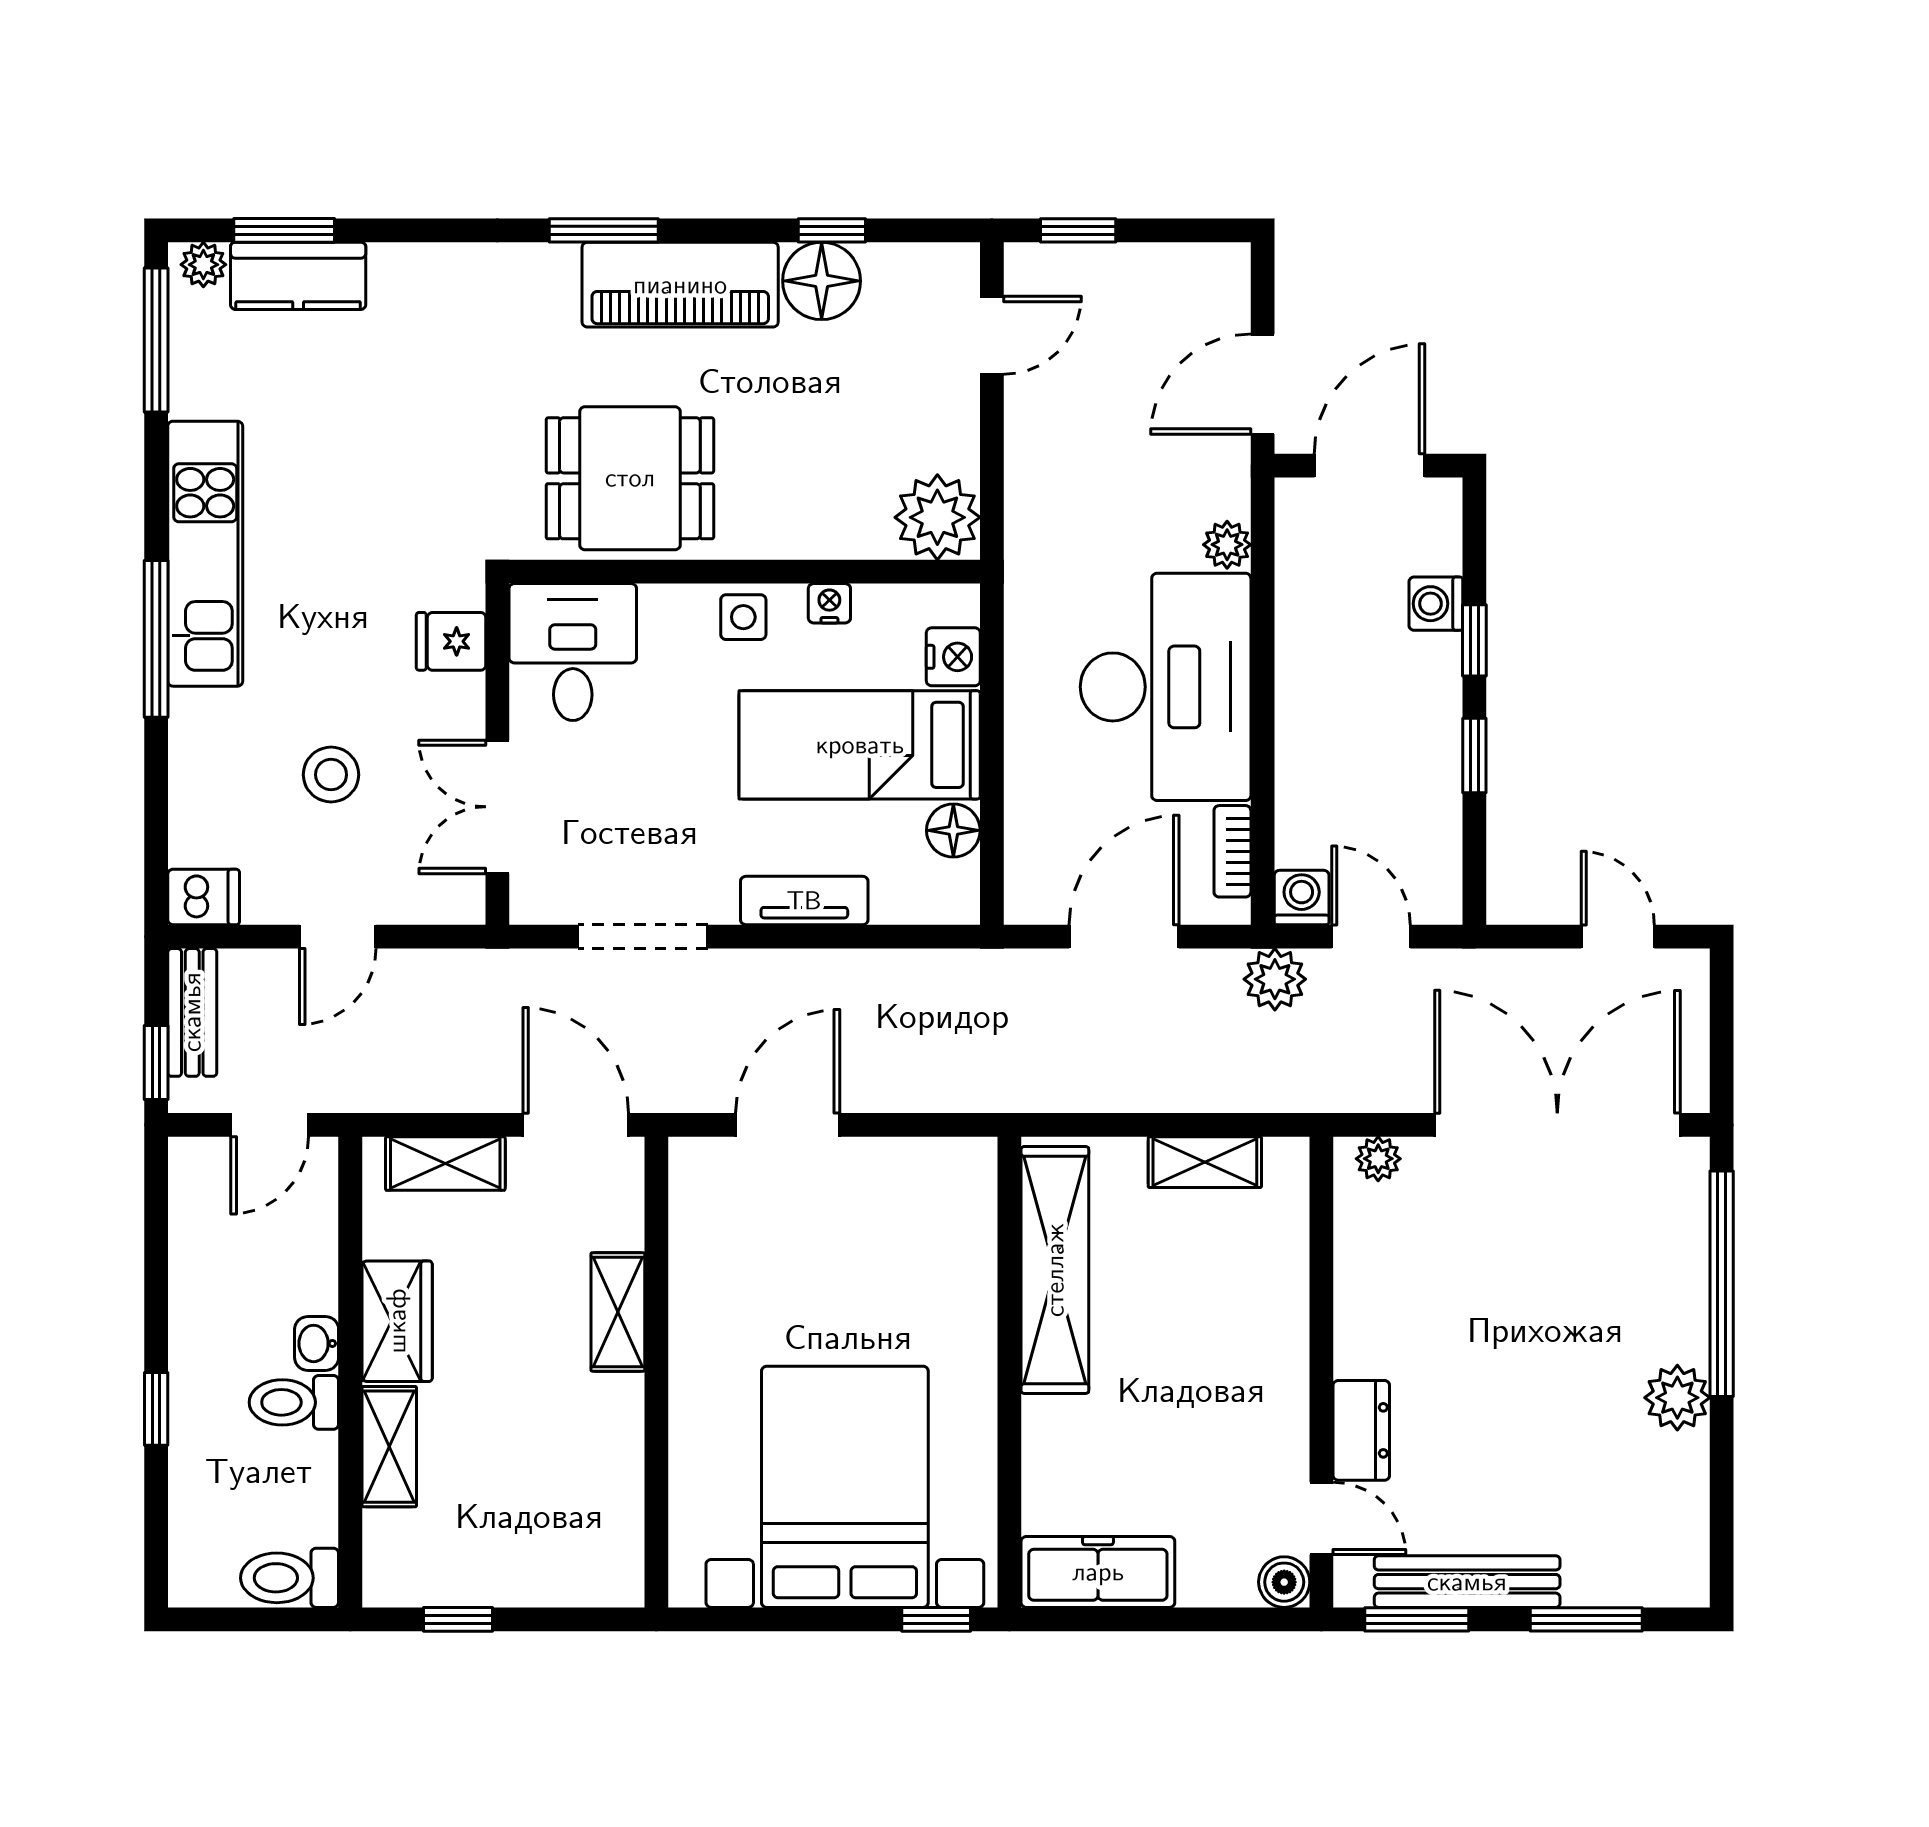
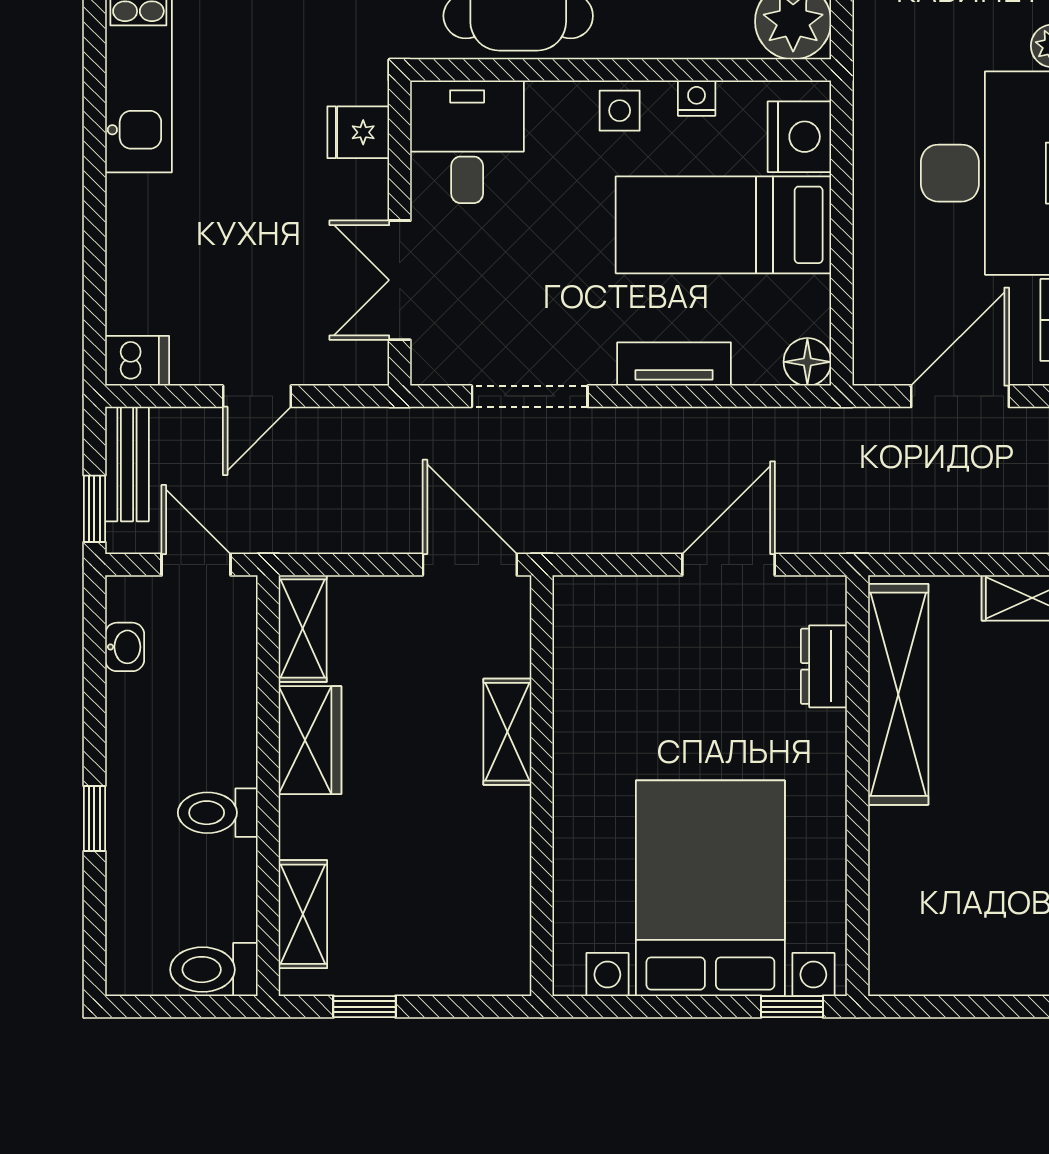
window: (156, 639) -> (94, 130), removed
nightstand: (953, 657) -> (799, 137), width x1.36, depth x1.33
stool: (331, 775) -> (251, 251), removed
floor lamp: (953, 830) -> (807, 362), moved
door: (270, 1125) -> (196, 565), swing flipped
door: (788, 1125) -> (729, 565), moved
shelving: (445, 1164) -> (303, 629), moved, turned 90
dresser: (972, 1239) -> (824, 666), added
washbasin: (317, 1343) -> (125, 647), moved, turned 180
shelving: (389, 1447) -> (303, 914), moved
freezer: (1098, 1572) -> (937, 964), removed

